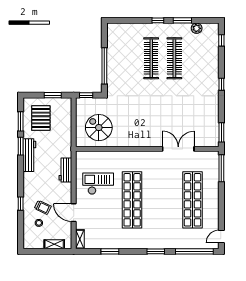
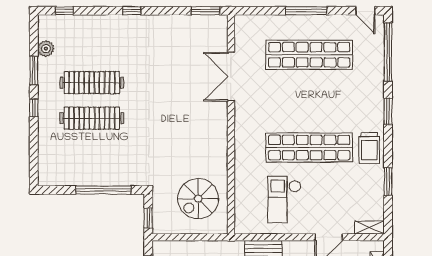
window: (221, 168) -> (306, 11), moved
trolley: (132, 239) -> (369, 148), added

